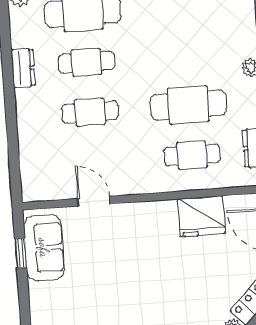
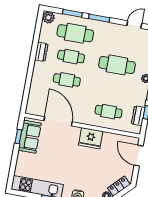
cafe table: (188, 105) -> (117, 65), moved
door: (94, 201) -> (58, 121), width x1.87
fridge: (201, 216) -> (91, 138), moved

